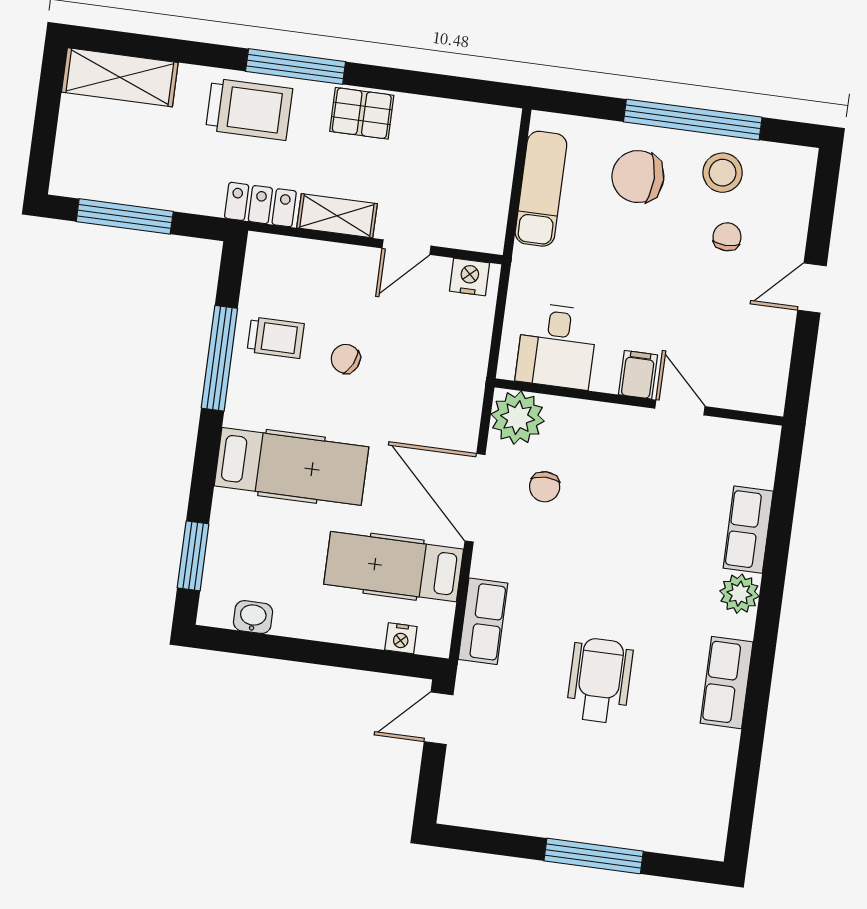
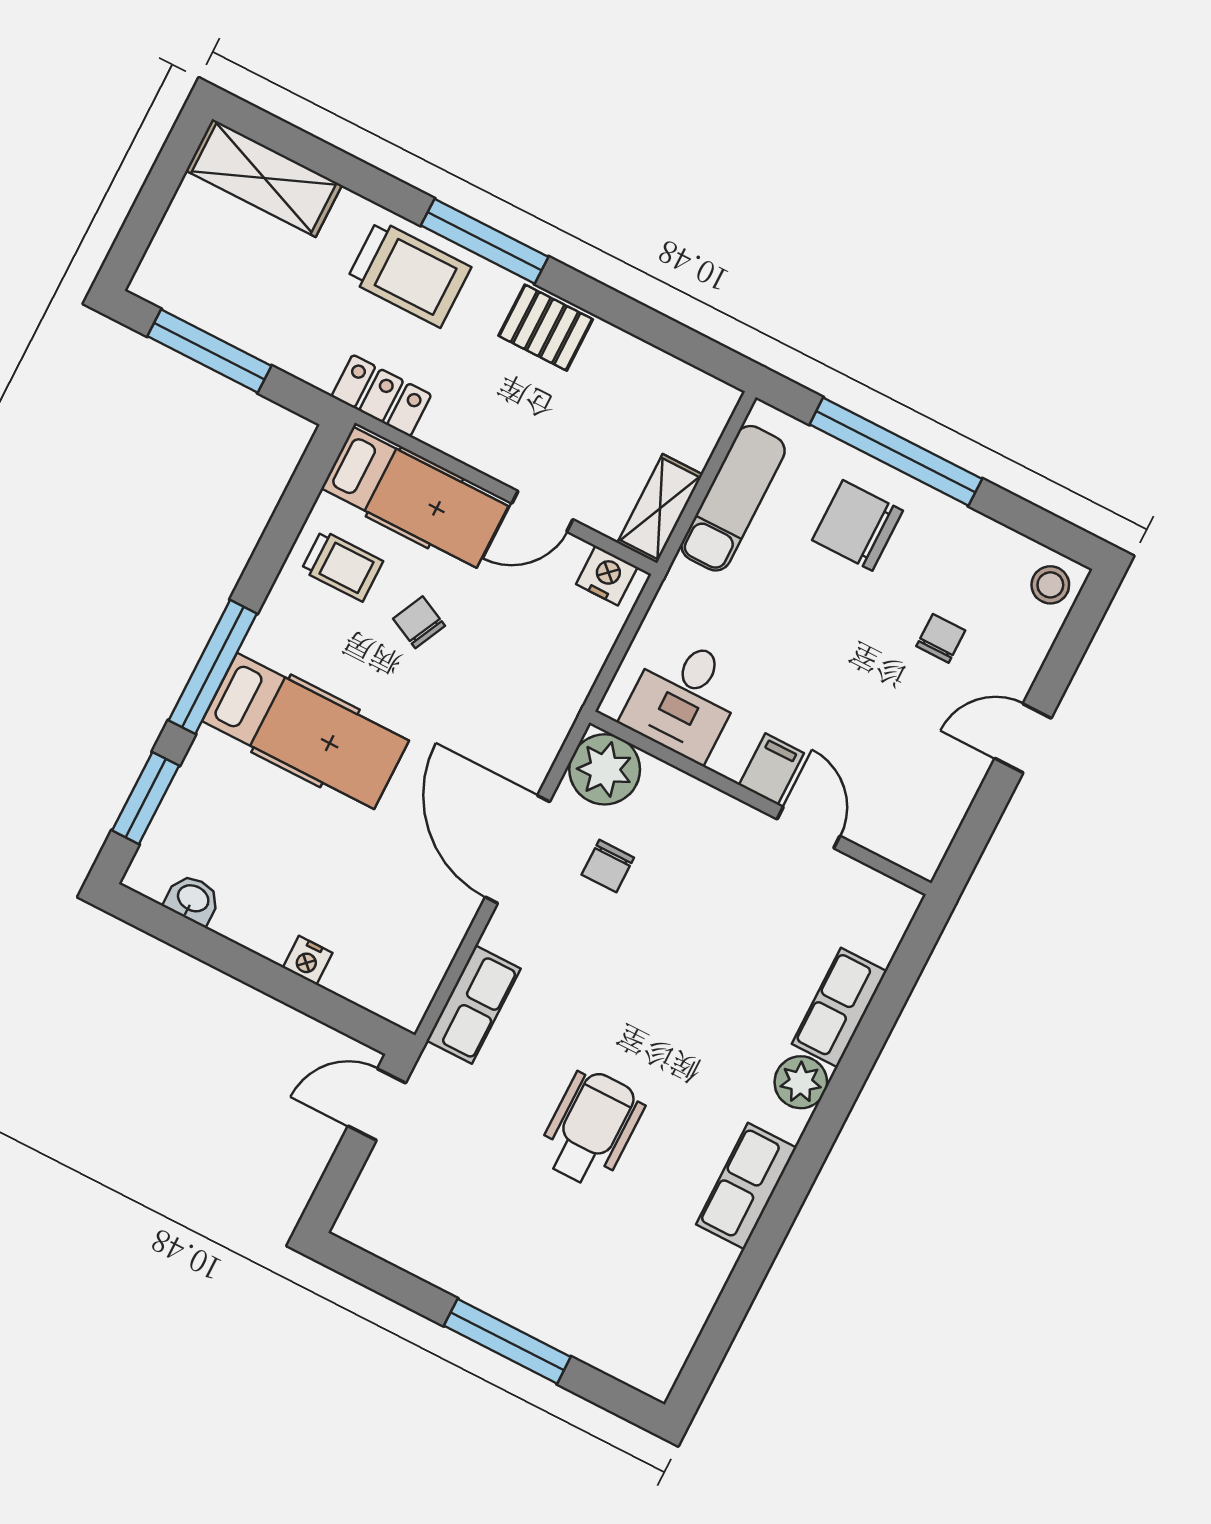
window: (693, 120) -> (896, 452), moved
stool: (723, 173) -> (1050, 585), moved, width x0.73, depth x0.73
shelving: (337, 216) -> (660, 509), moved, turned 90
window: (219, 358) -> (213, 667), moved
hospital bed: (394, 567) -> (415, 497), moved, turned 180
nightstand: (401, 638) -> (308, 960), moved

